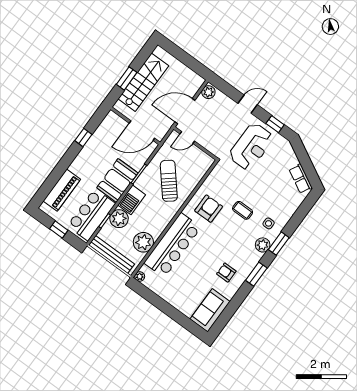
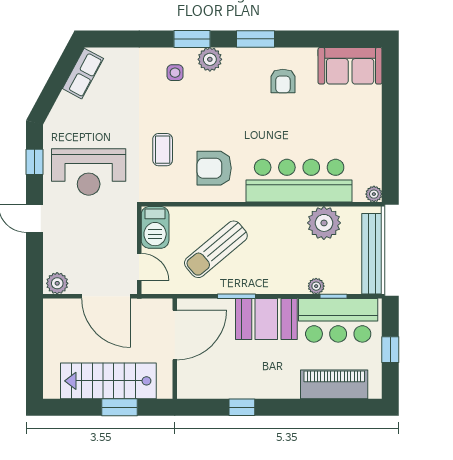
door: (142, 131) -> (175, 335), hinge flipped
reception desk: (251, 147) -> (89, 172), turned 180
barbecue: (132, 200) -> (155, 227), moved, turned 90
coffee table: (243, 210) -> (163, 150), moved
plant: (119, 219) -> (316, 286), width x0.53, depth x0.53

